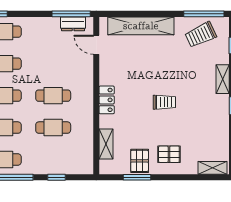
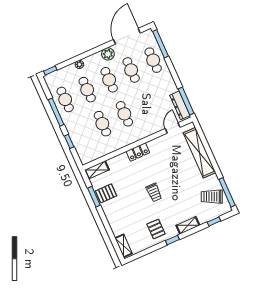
dresser: (73, 24) -> (180, 105), width x1.44
trolley: (201, 35) -> (212, 197), turned -41
shelving: (106, 144) -> (97, 170), moved
pallet: (169, 154) -> (156, 229), moved

